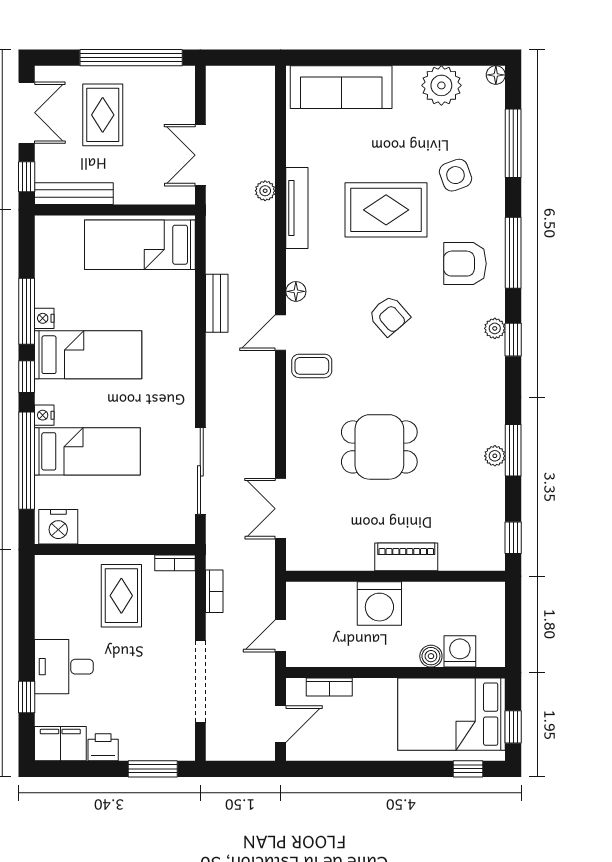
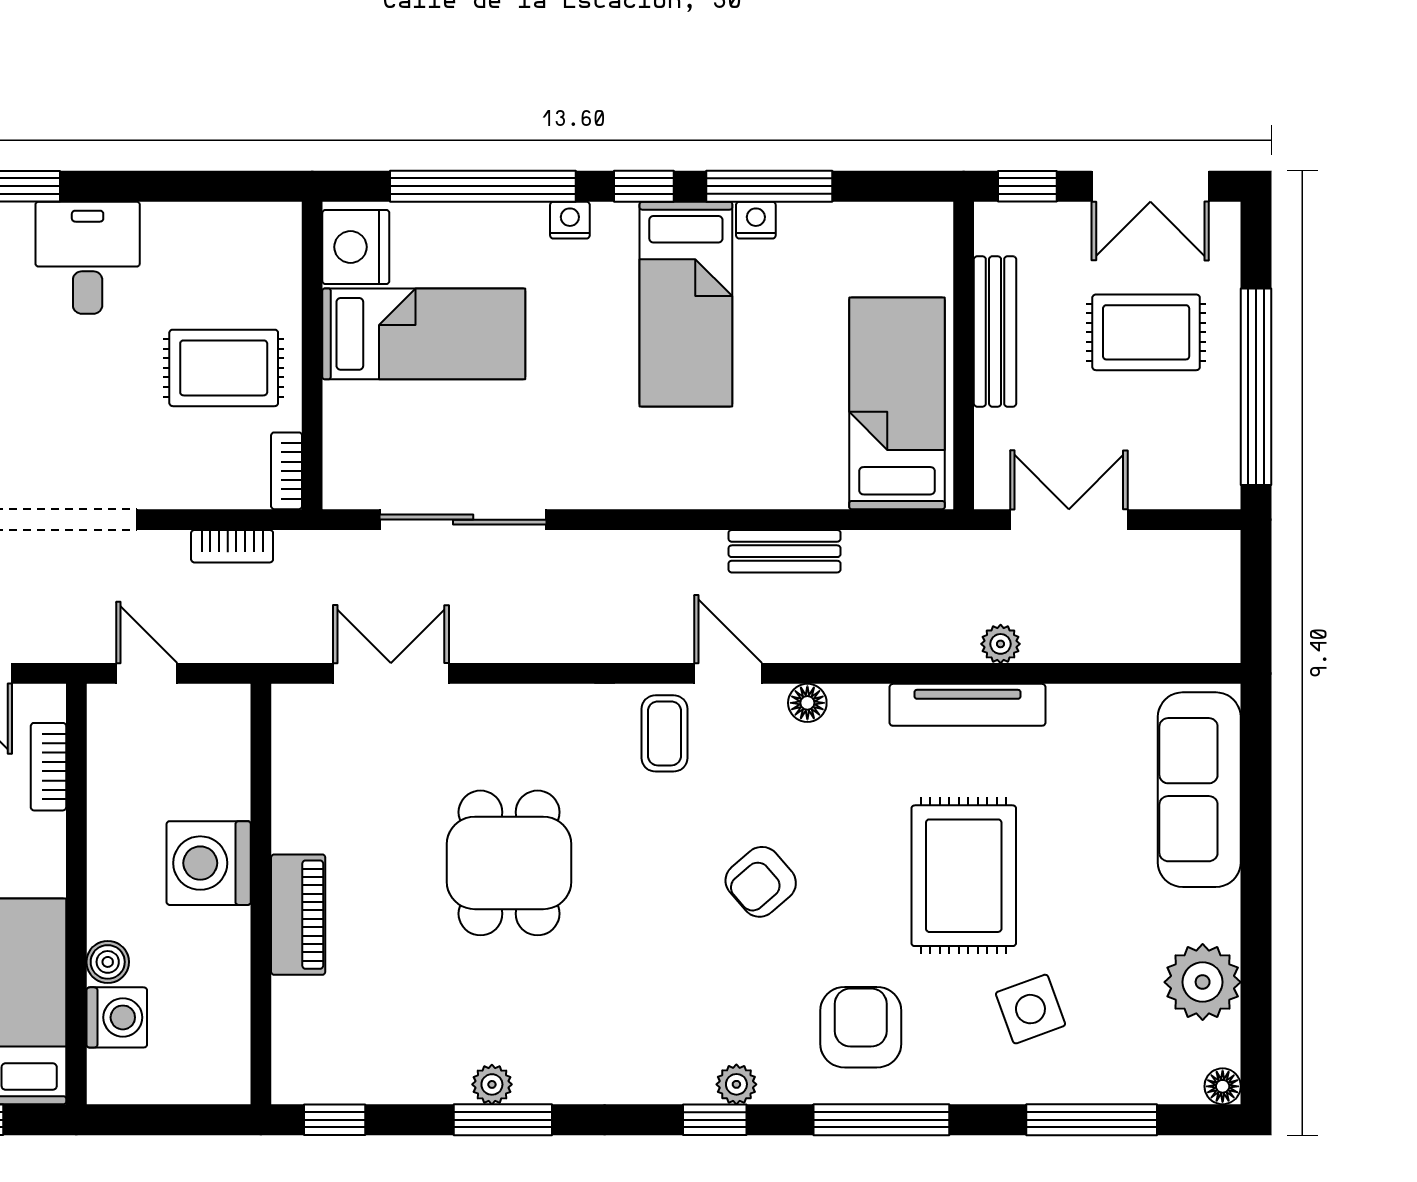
bench: (74, 194) -> (995, 331), moved
bed: (87, 451) -> (424, 334), moved, turned -90

